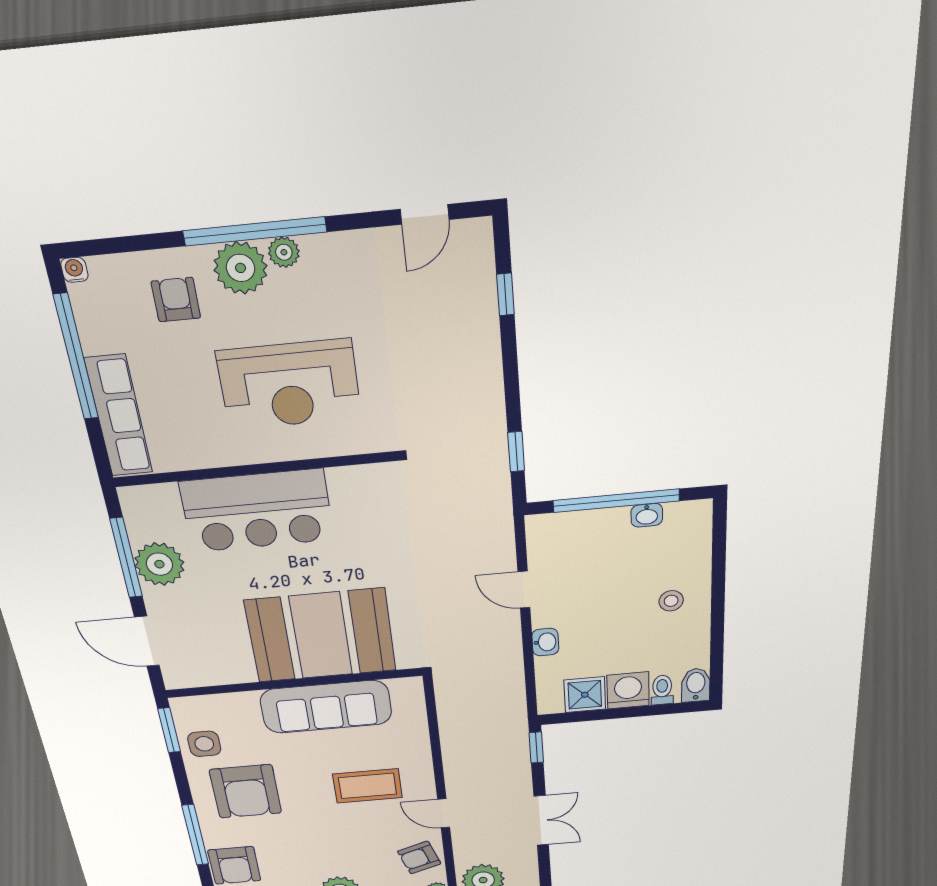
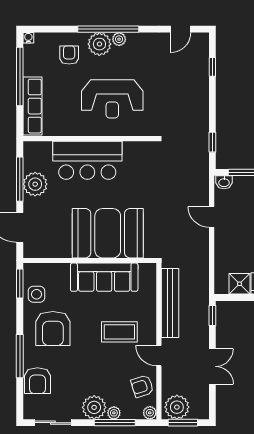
washbasin: (545, 642) -> (224, 182), moved, turned 90
bench: (455, 735) -> (170, 303), added

